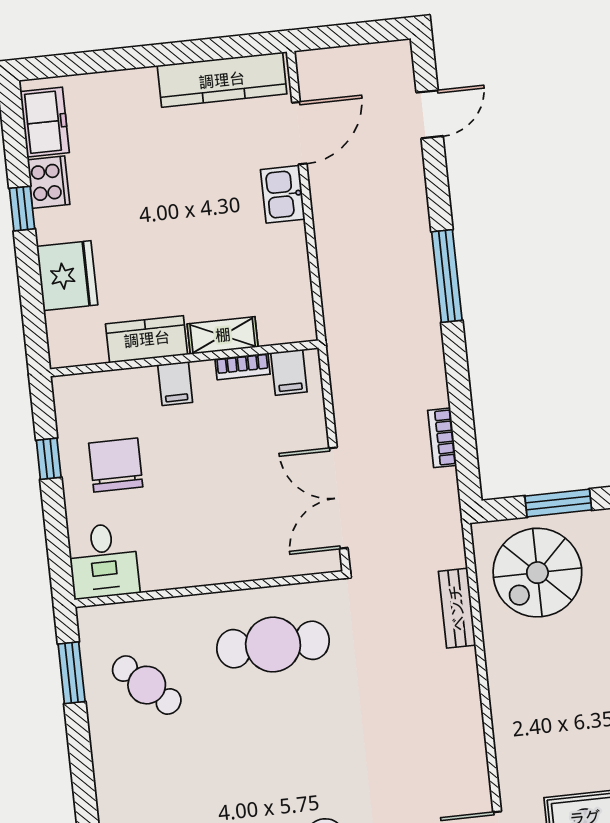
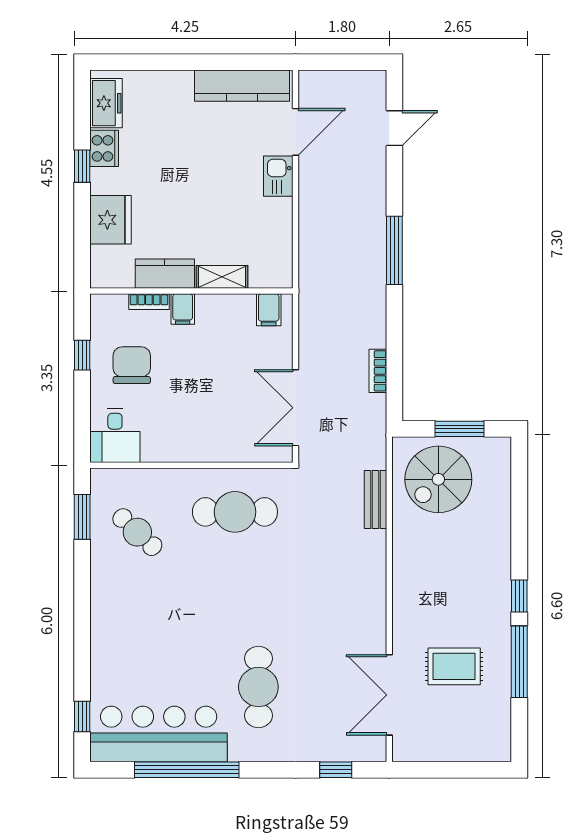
bookcase: (243, 366) -> (149, 302), moved

